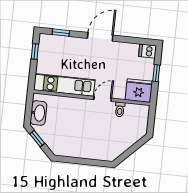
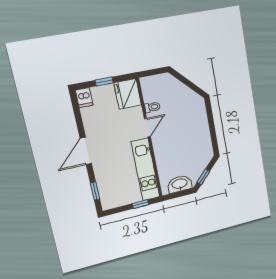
door: (100, 37) -> (86, 151), hinge flipped
window: (35, 52) -> (140, 204), moved
door: (103, 99) -> (147, 128), swing flipped

